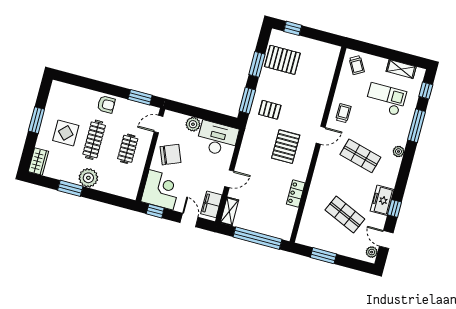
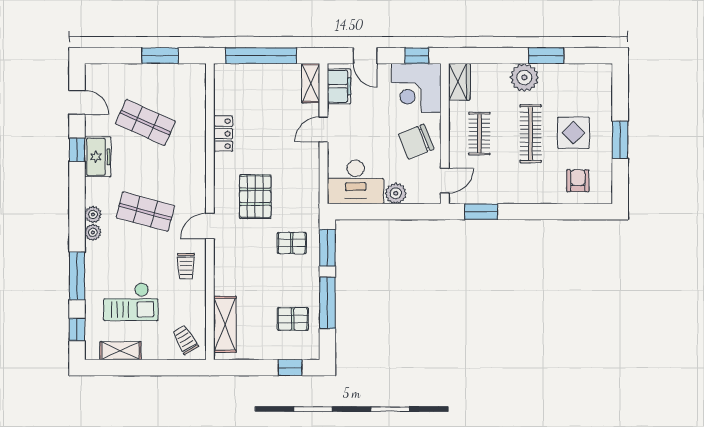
pallet: (282, 60) -> (293, 319), width x0.67, depth x0.71
window: (257, 64) -> (327, 303), width x1.44
shelving: (328, 68) -> (225, 324), added
armchair: (106, 104) -> (578, 181), moved, turned 90
wardrobe: (38, 161) -> (459, 82), moved, turned 180
plant: (372, 252) -> (93, 214), moved

